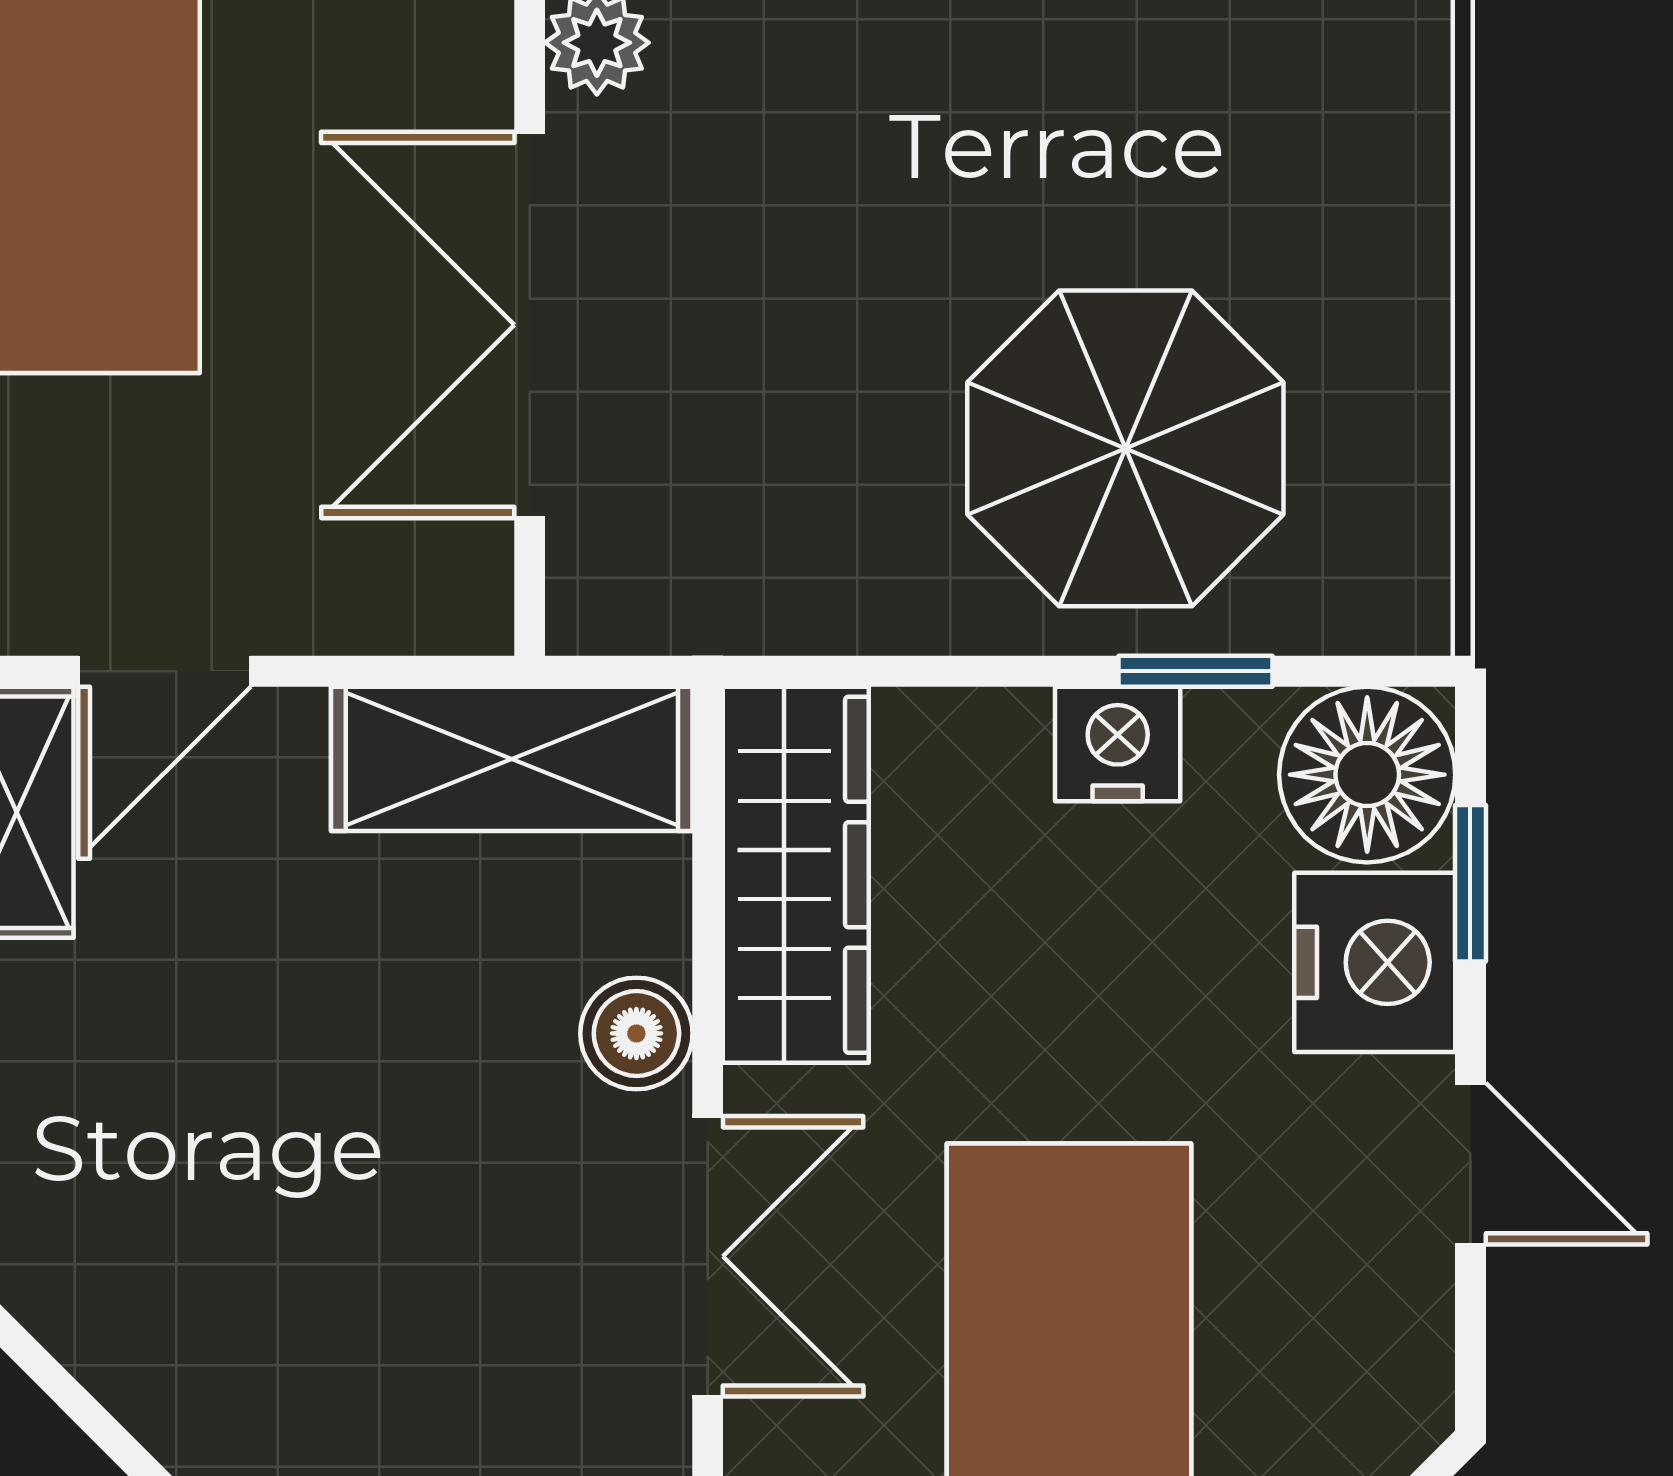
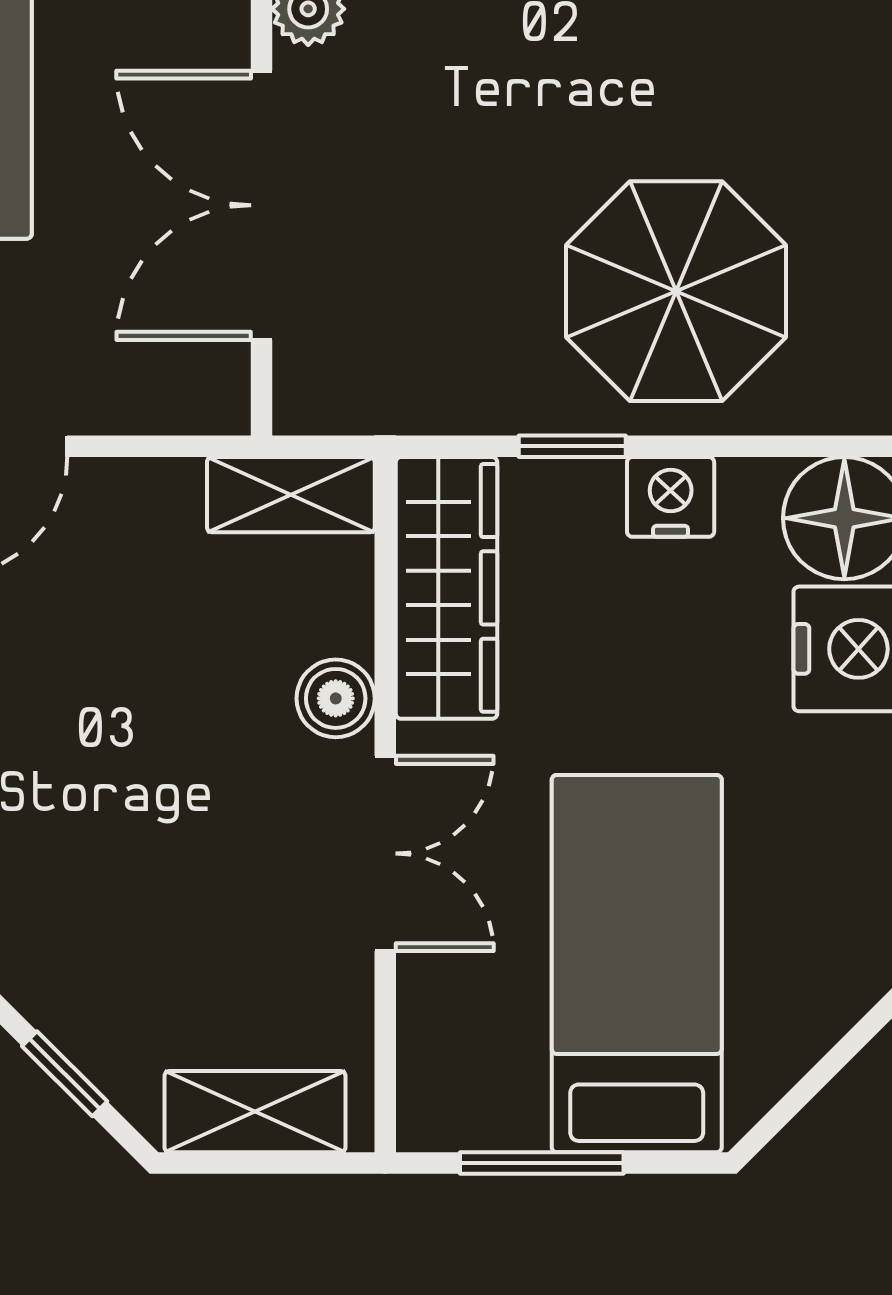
window: (1195, 671) -> (572, 446), moved
shelving: (512, 759) -> (291, 495), width x0.67, depth x0.75

